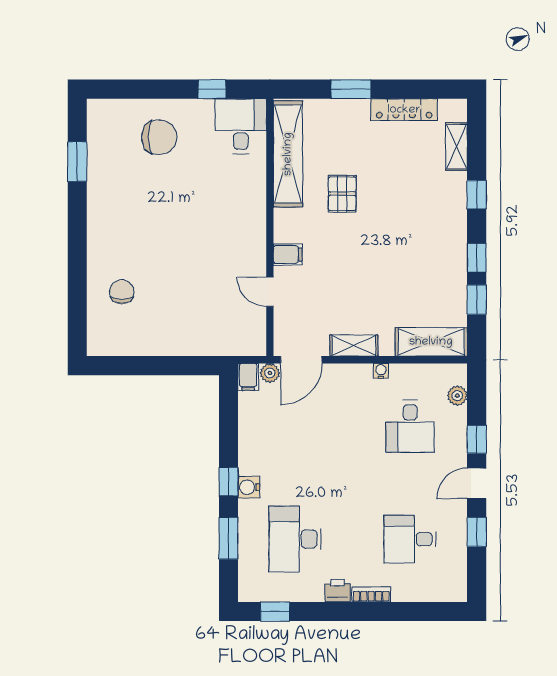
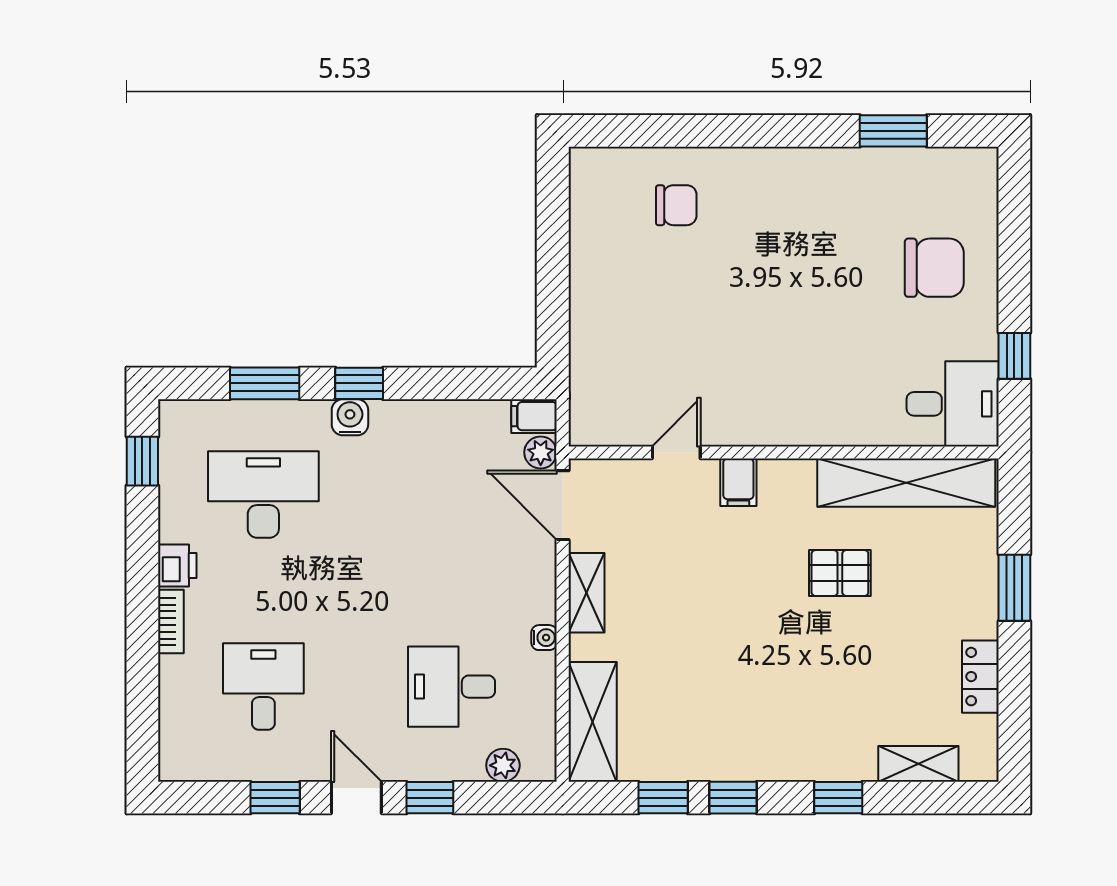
locker: (404, 110) -> (980, 677), width x0.66
chair: (159, 137) -> (934, 268), turned -90

